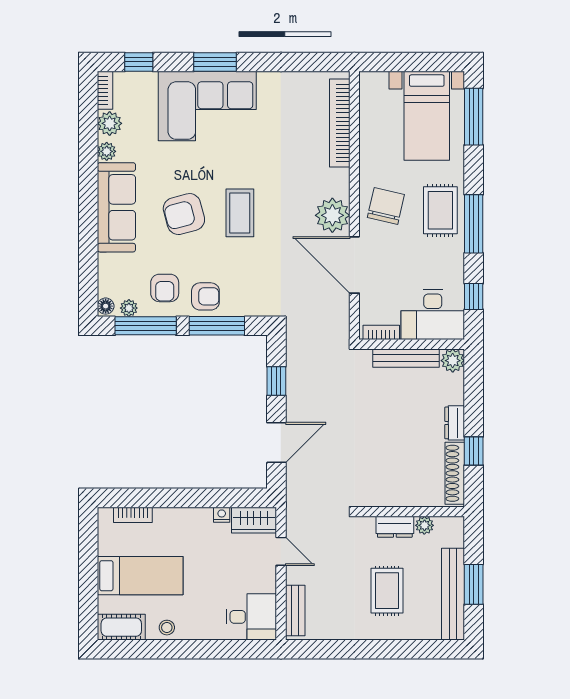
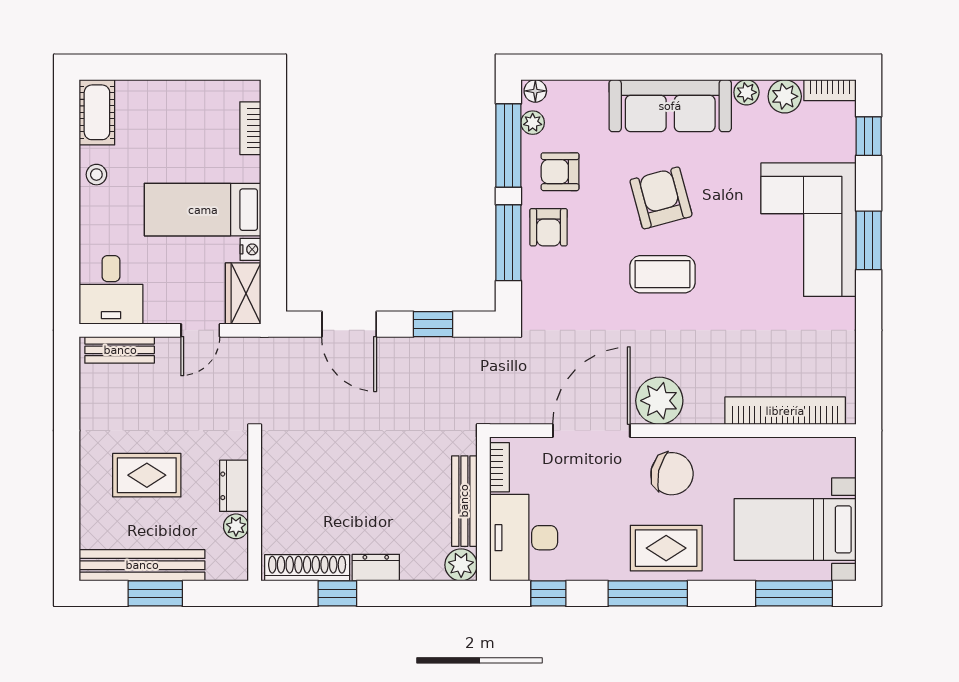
bed: (140, 576) -> (203, 210), moved, turned 90

